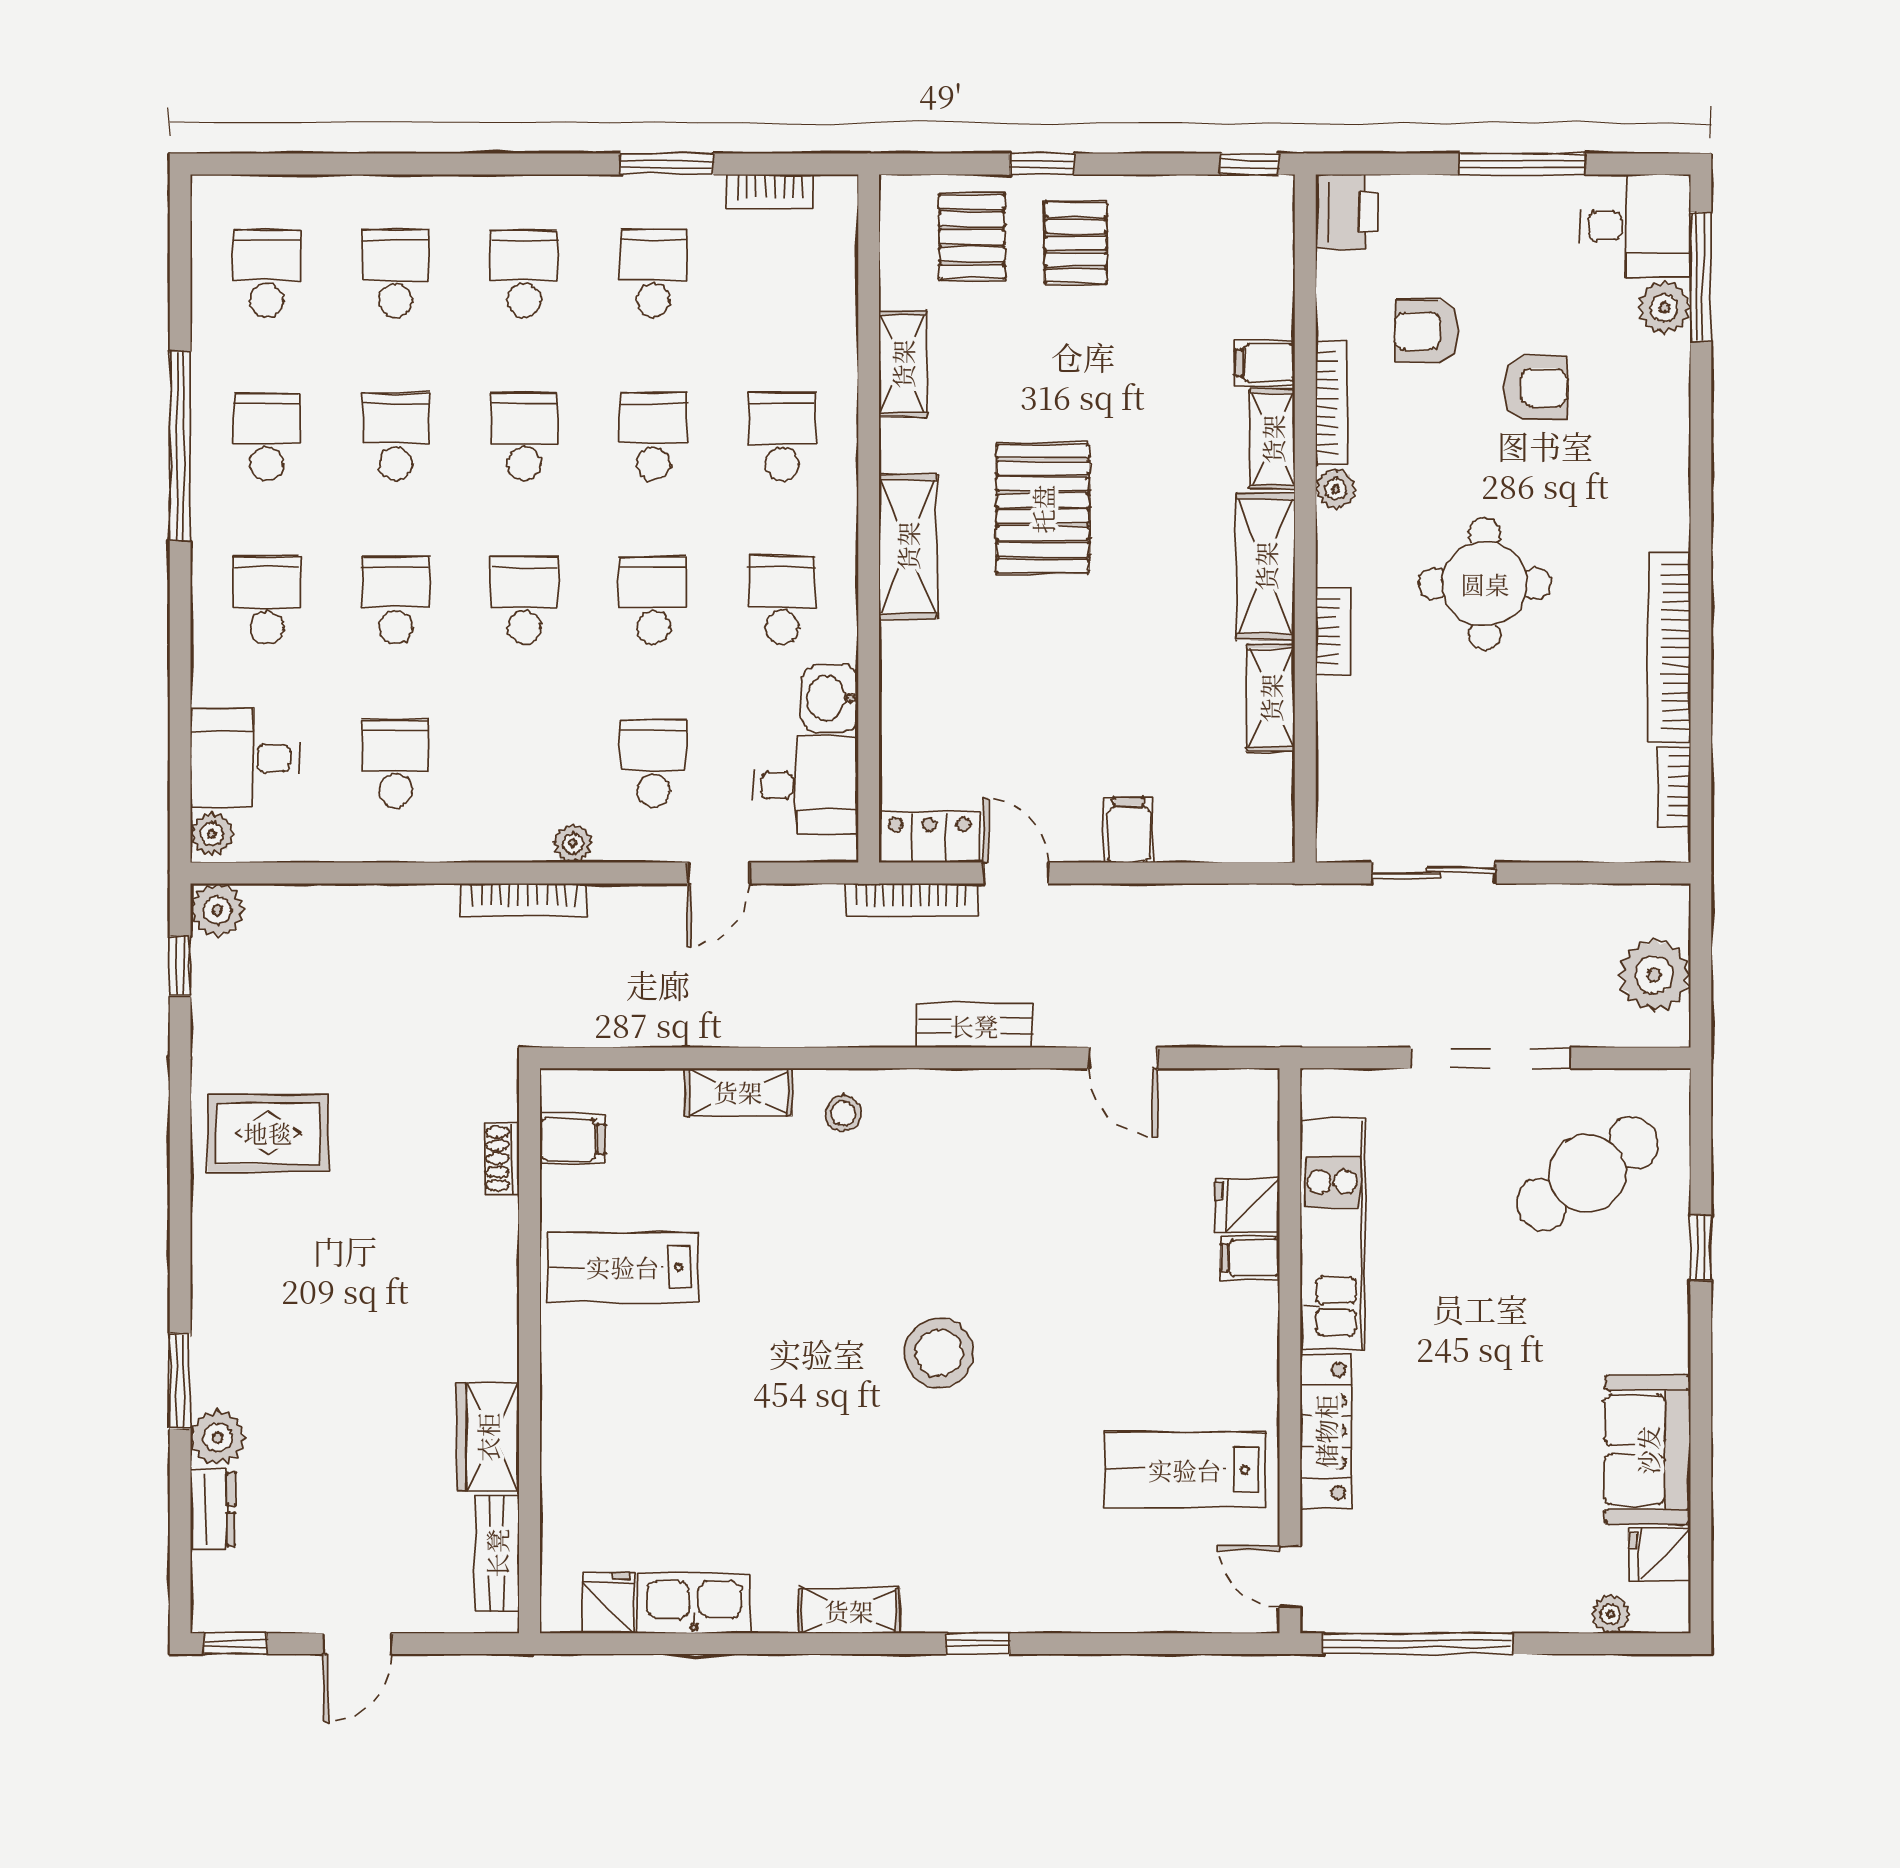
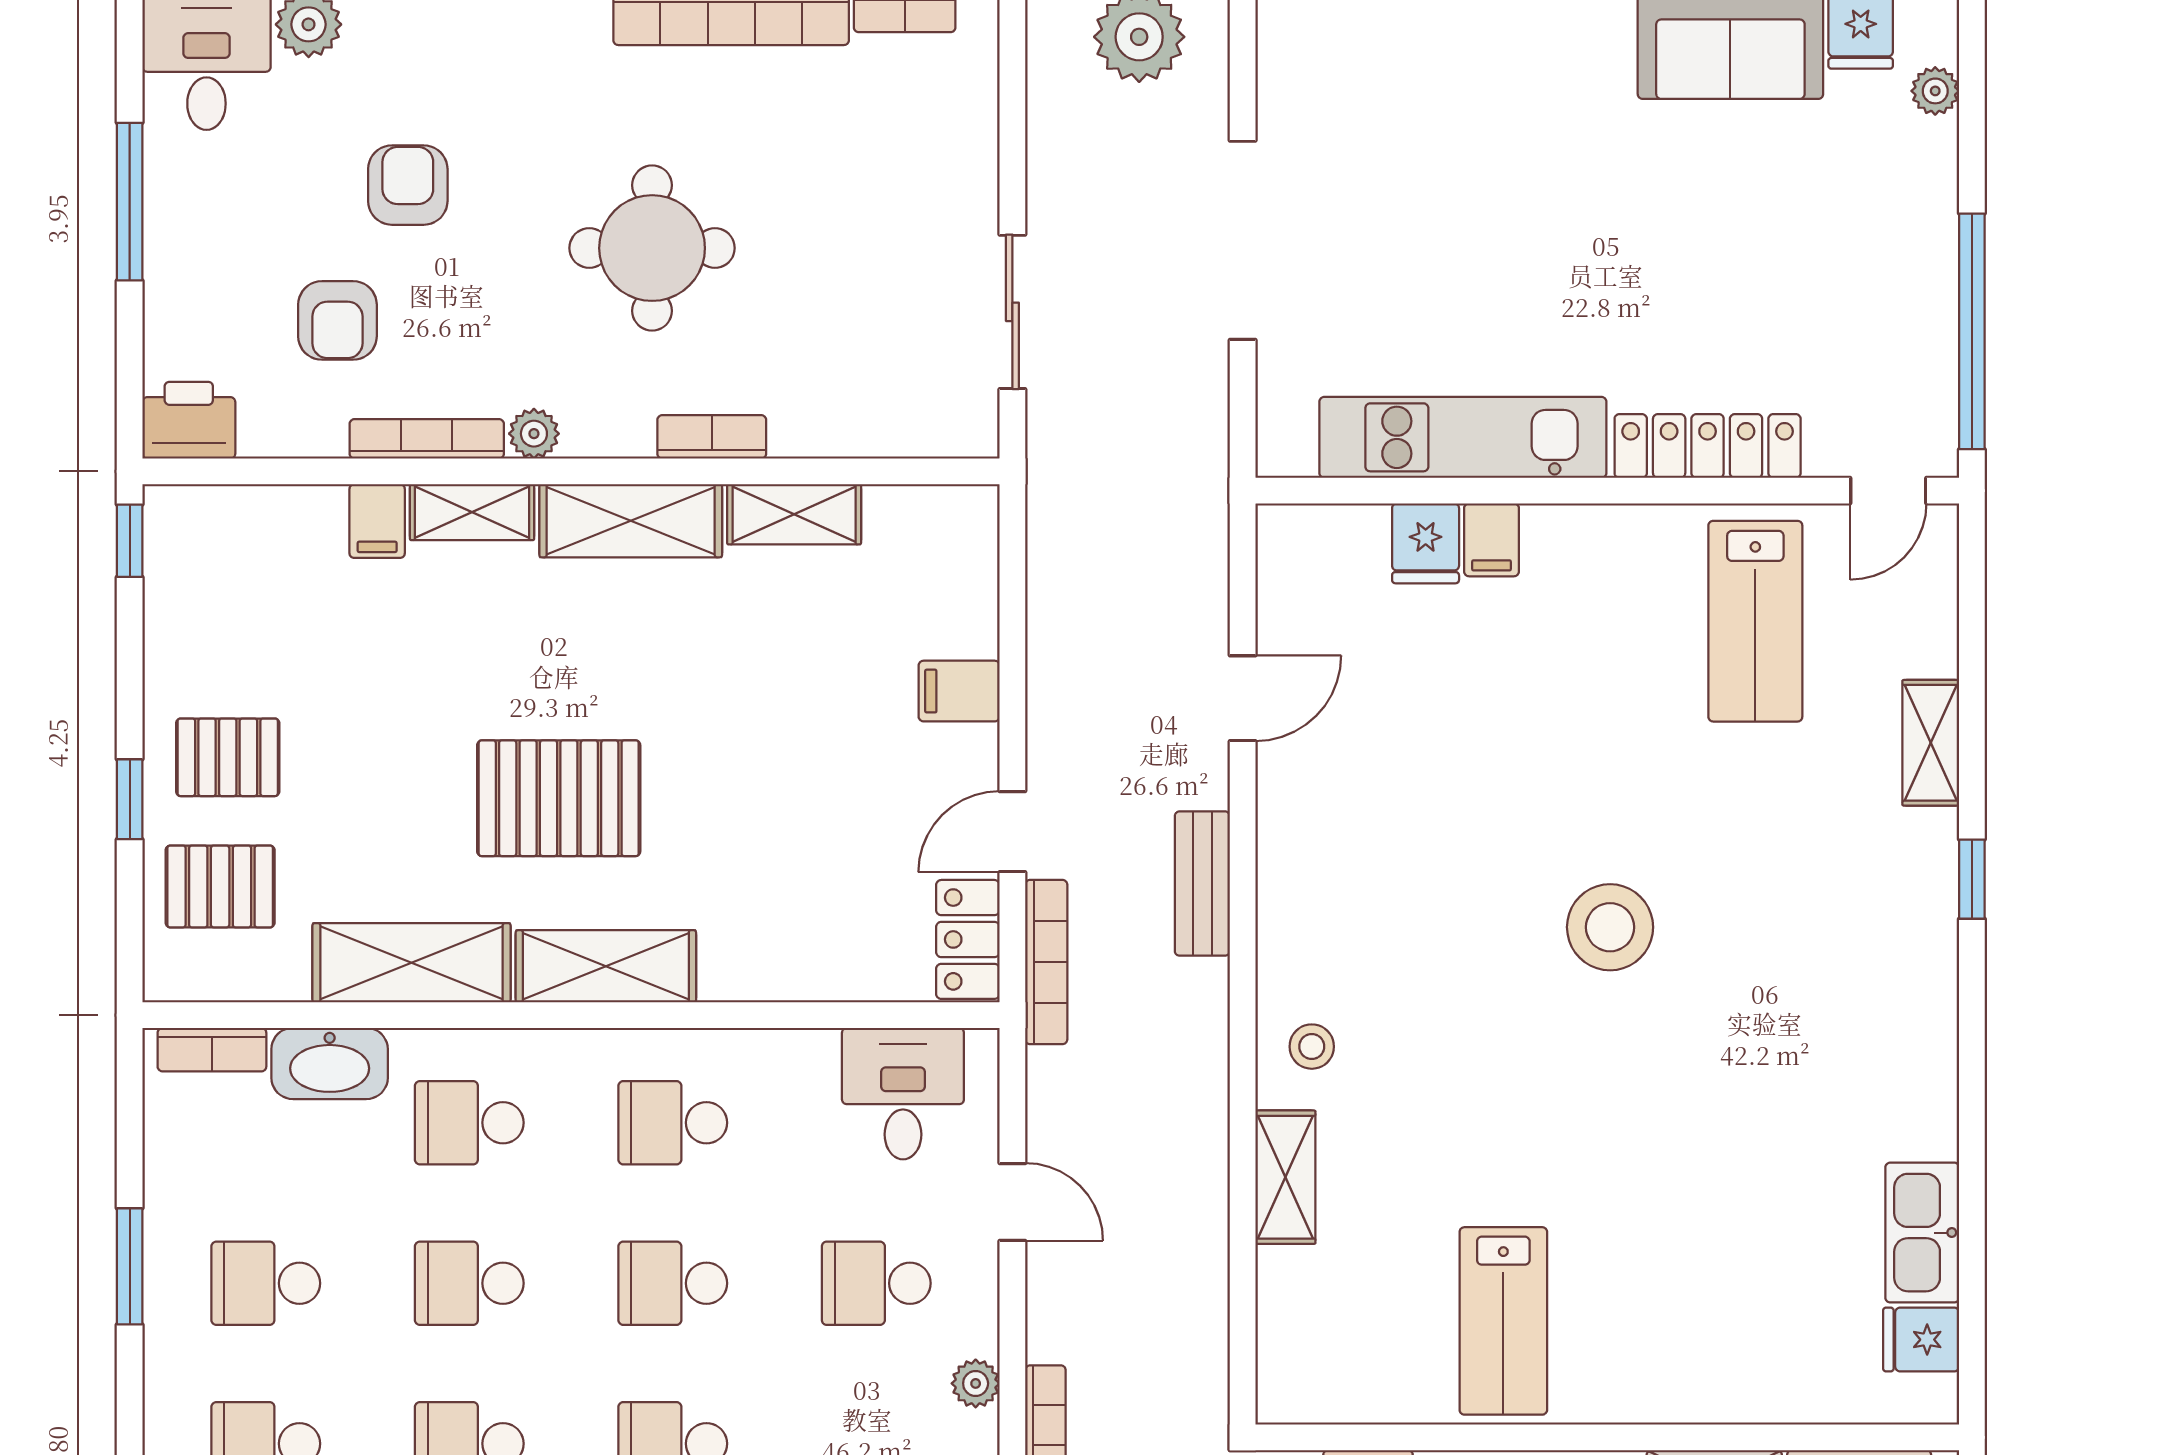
bookcase: (770, 192) -> (212, 1050), moved, turned 90
shelving: (903, 364) -> (411, 963), width x1.50, depth x1.33
washbasin: (830, 698) -> (330, 1063), moved, width x1.38
filing cabinet: (572, 1139) -> (1344, 1384), removed
cafe table: (1587, 1174) -> (1387, 120), removed
shelving: (849, 1611) -> (1931, 743), moved

